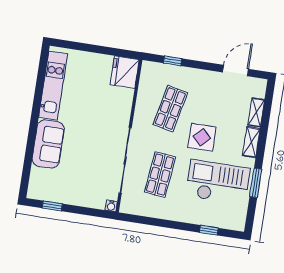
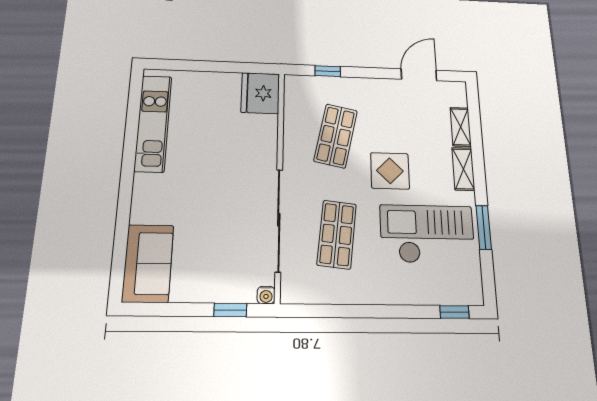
sofa: (48, 144) -> (148, 263), moved
window: (52, 206) -> (230, 310), moved
window: (209, 230) -> (454, 312), moved

